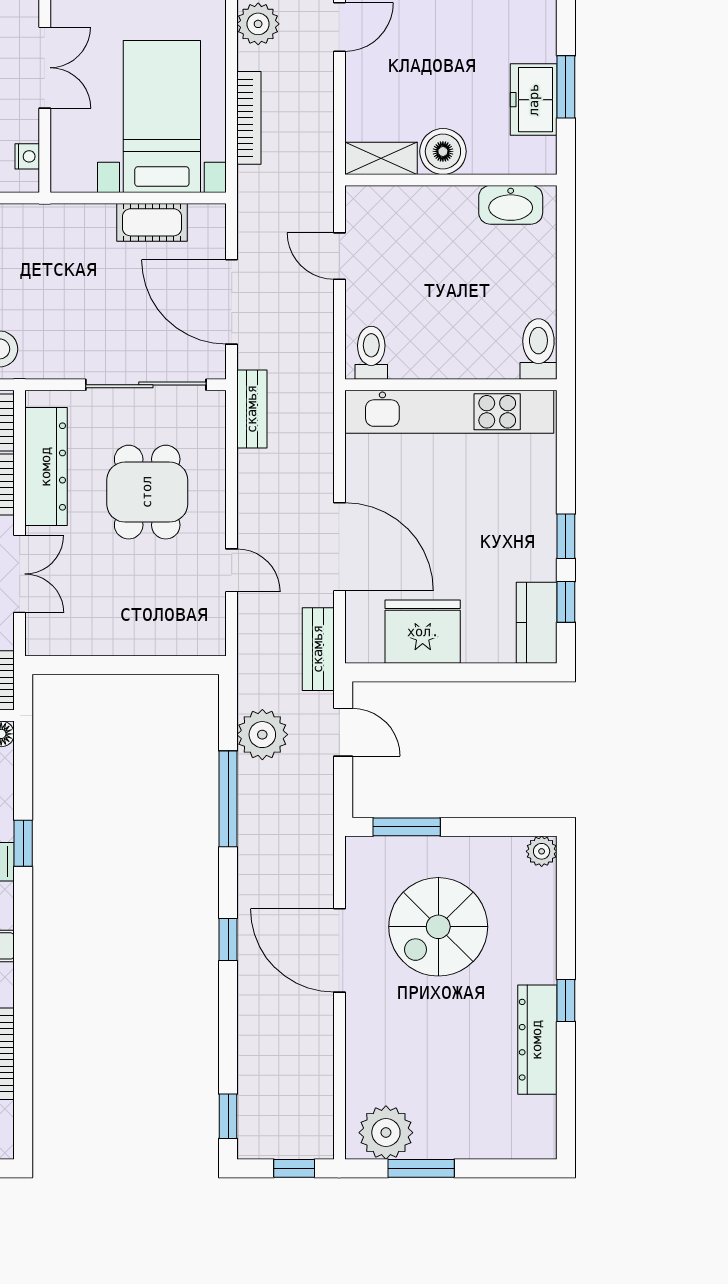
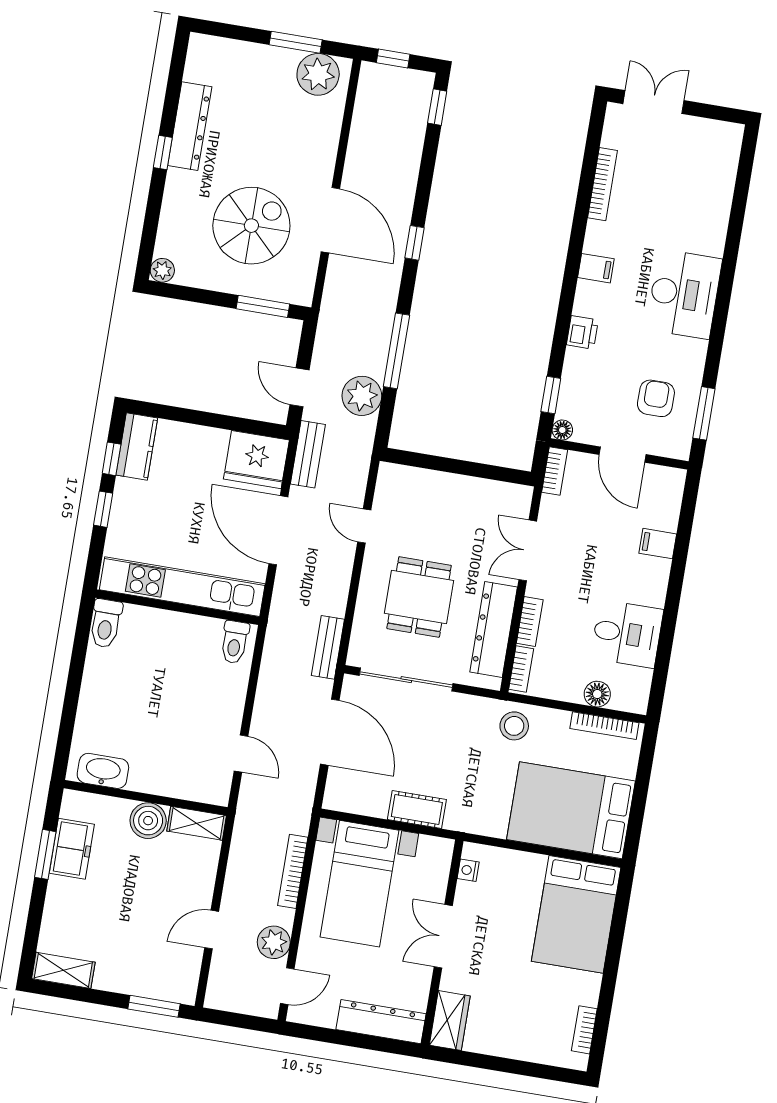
cot: (152, 222) -> (417, 810), moved
toilet: (538, 349) -> (106, 623), moved
toilet: (371, 353) -> (235, 642), moved
wall: (451, 385) -> (178, 607), moved
kitchen unit: (449, 412) -> (182, 587), moved
fridge: (423, 632) -> (256, 460), moved
window: (23, 843) -> (551, 395), moved

